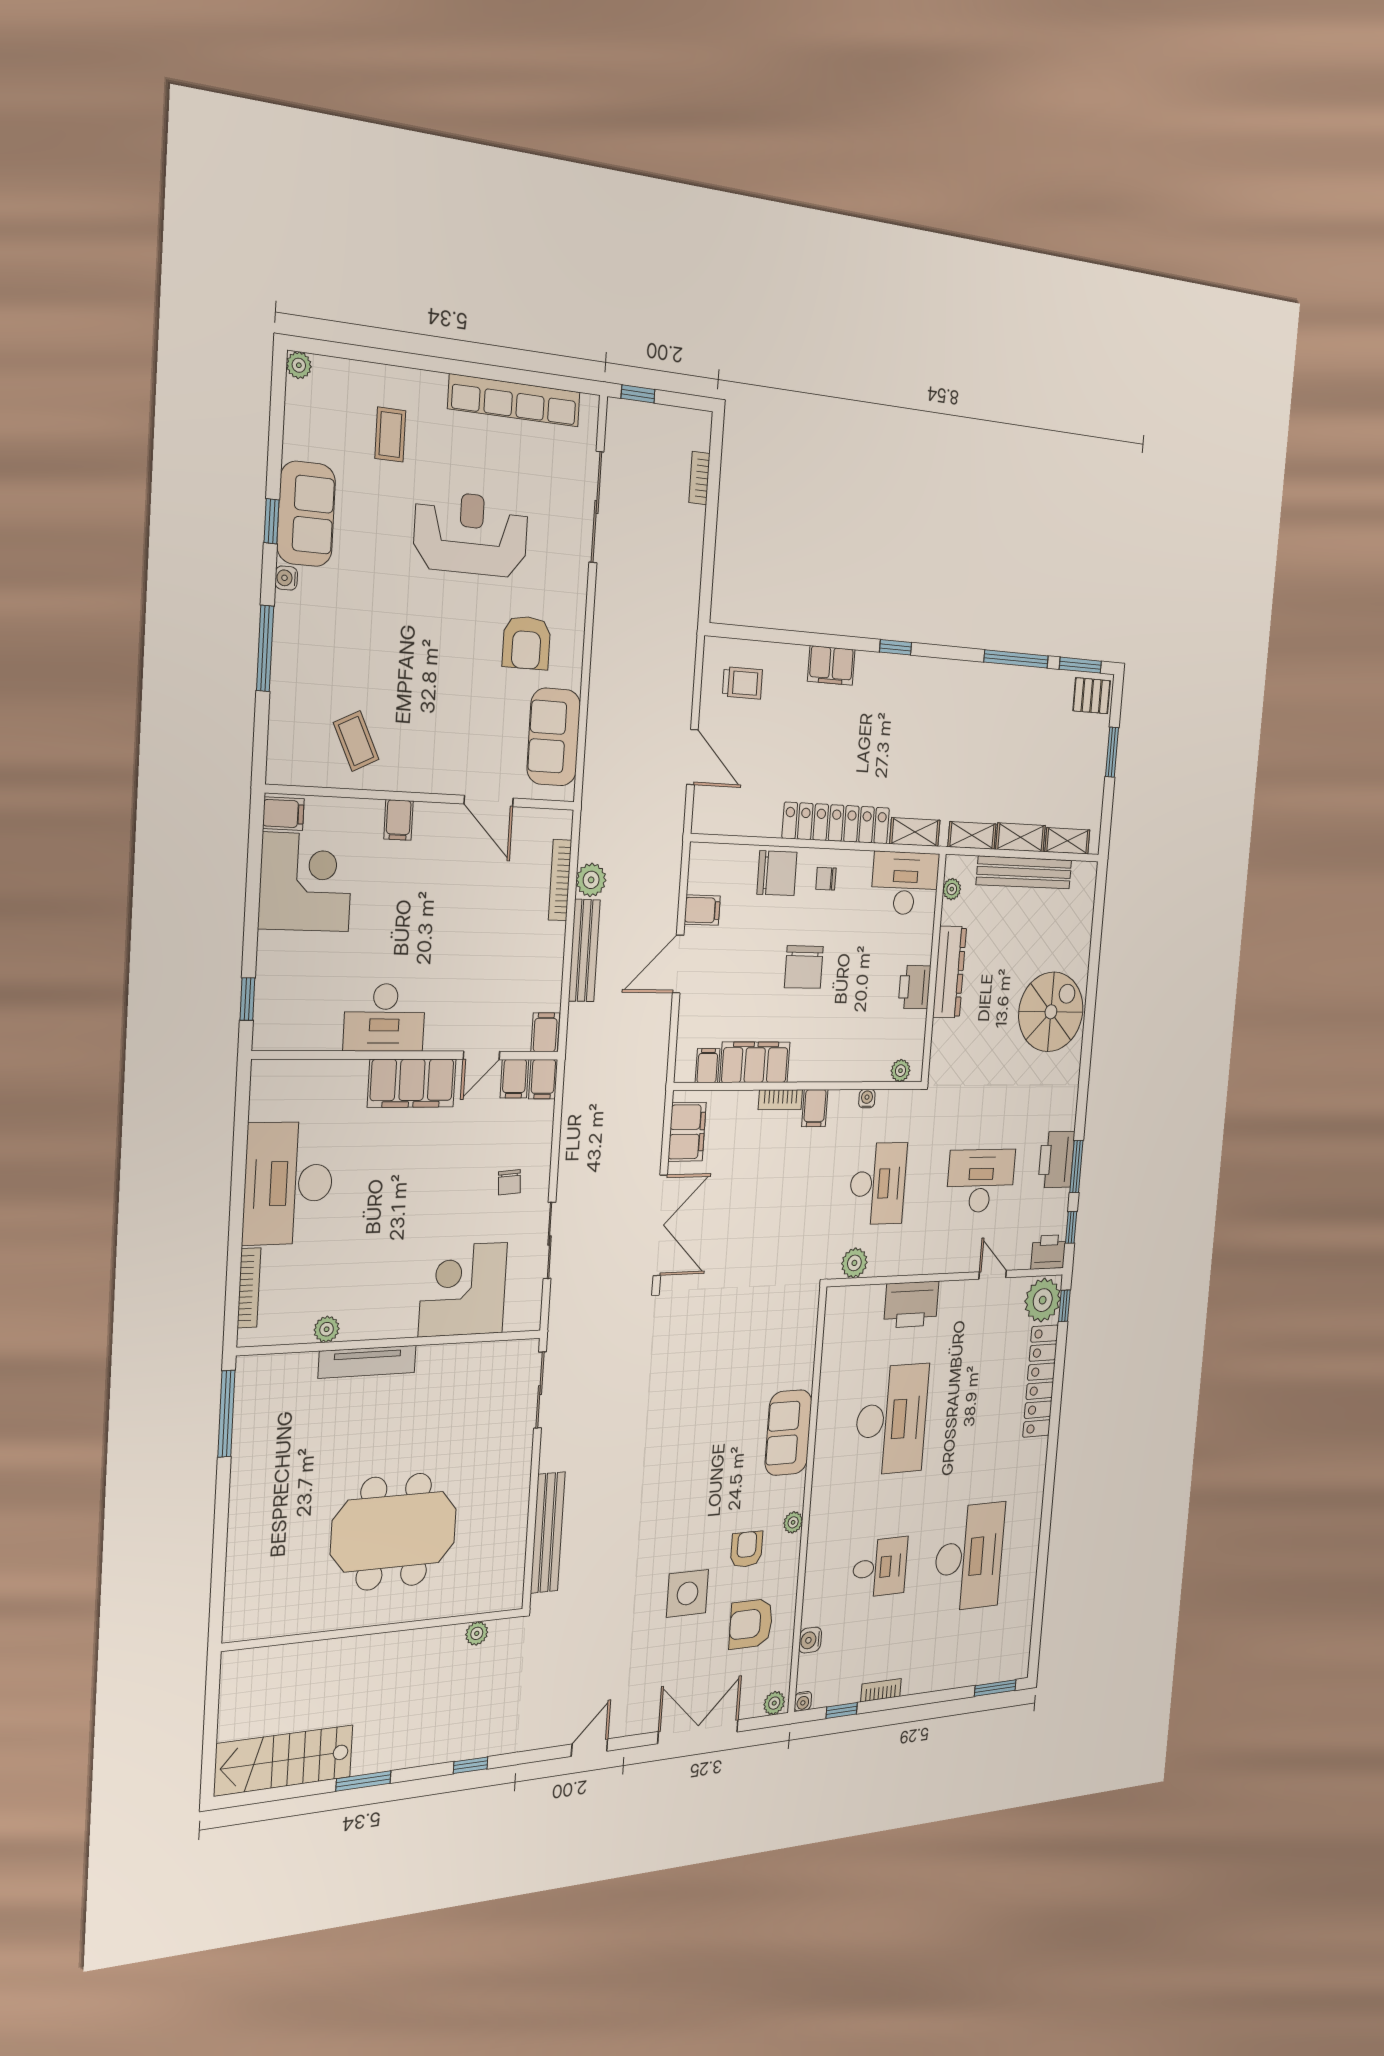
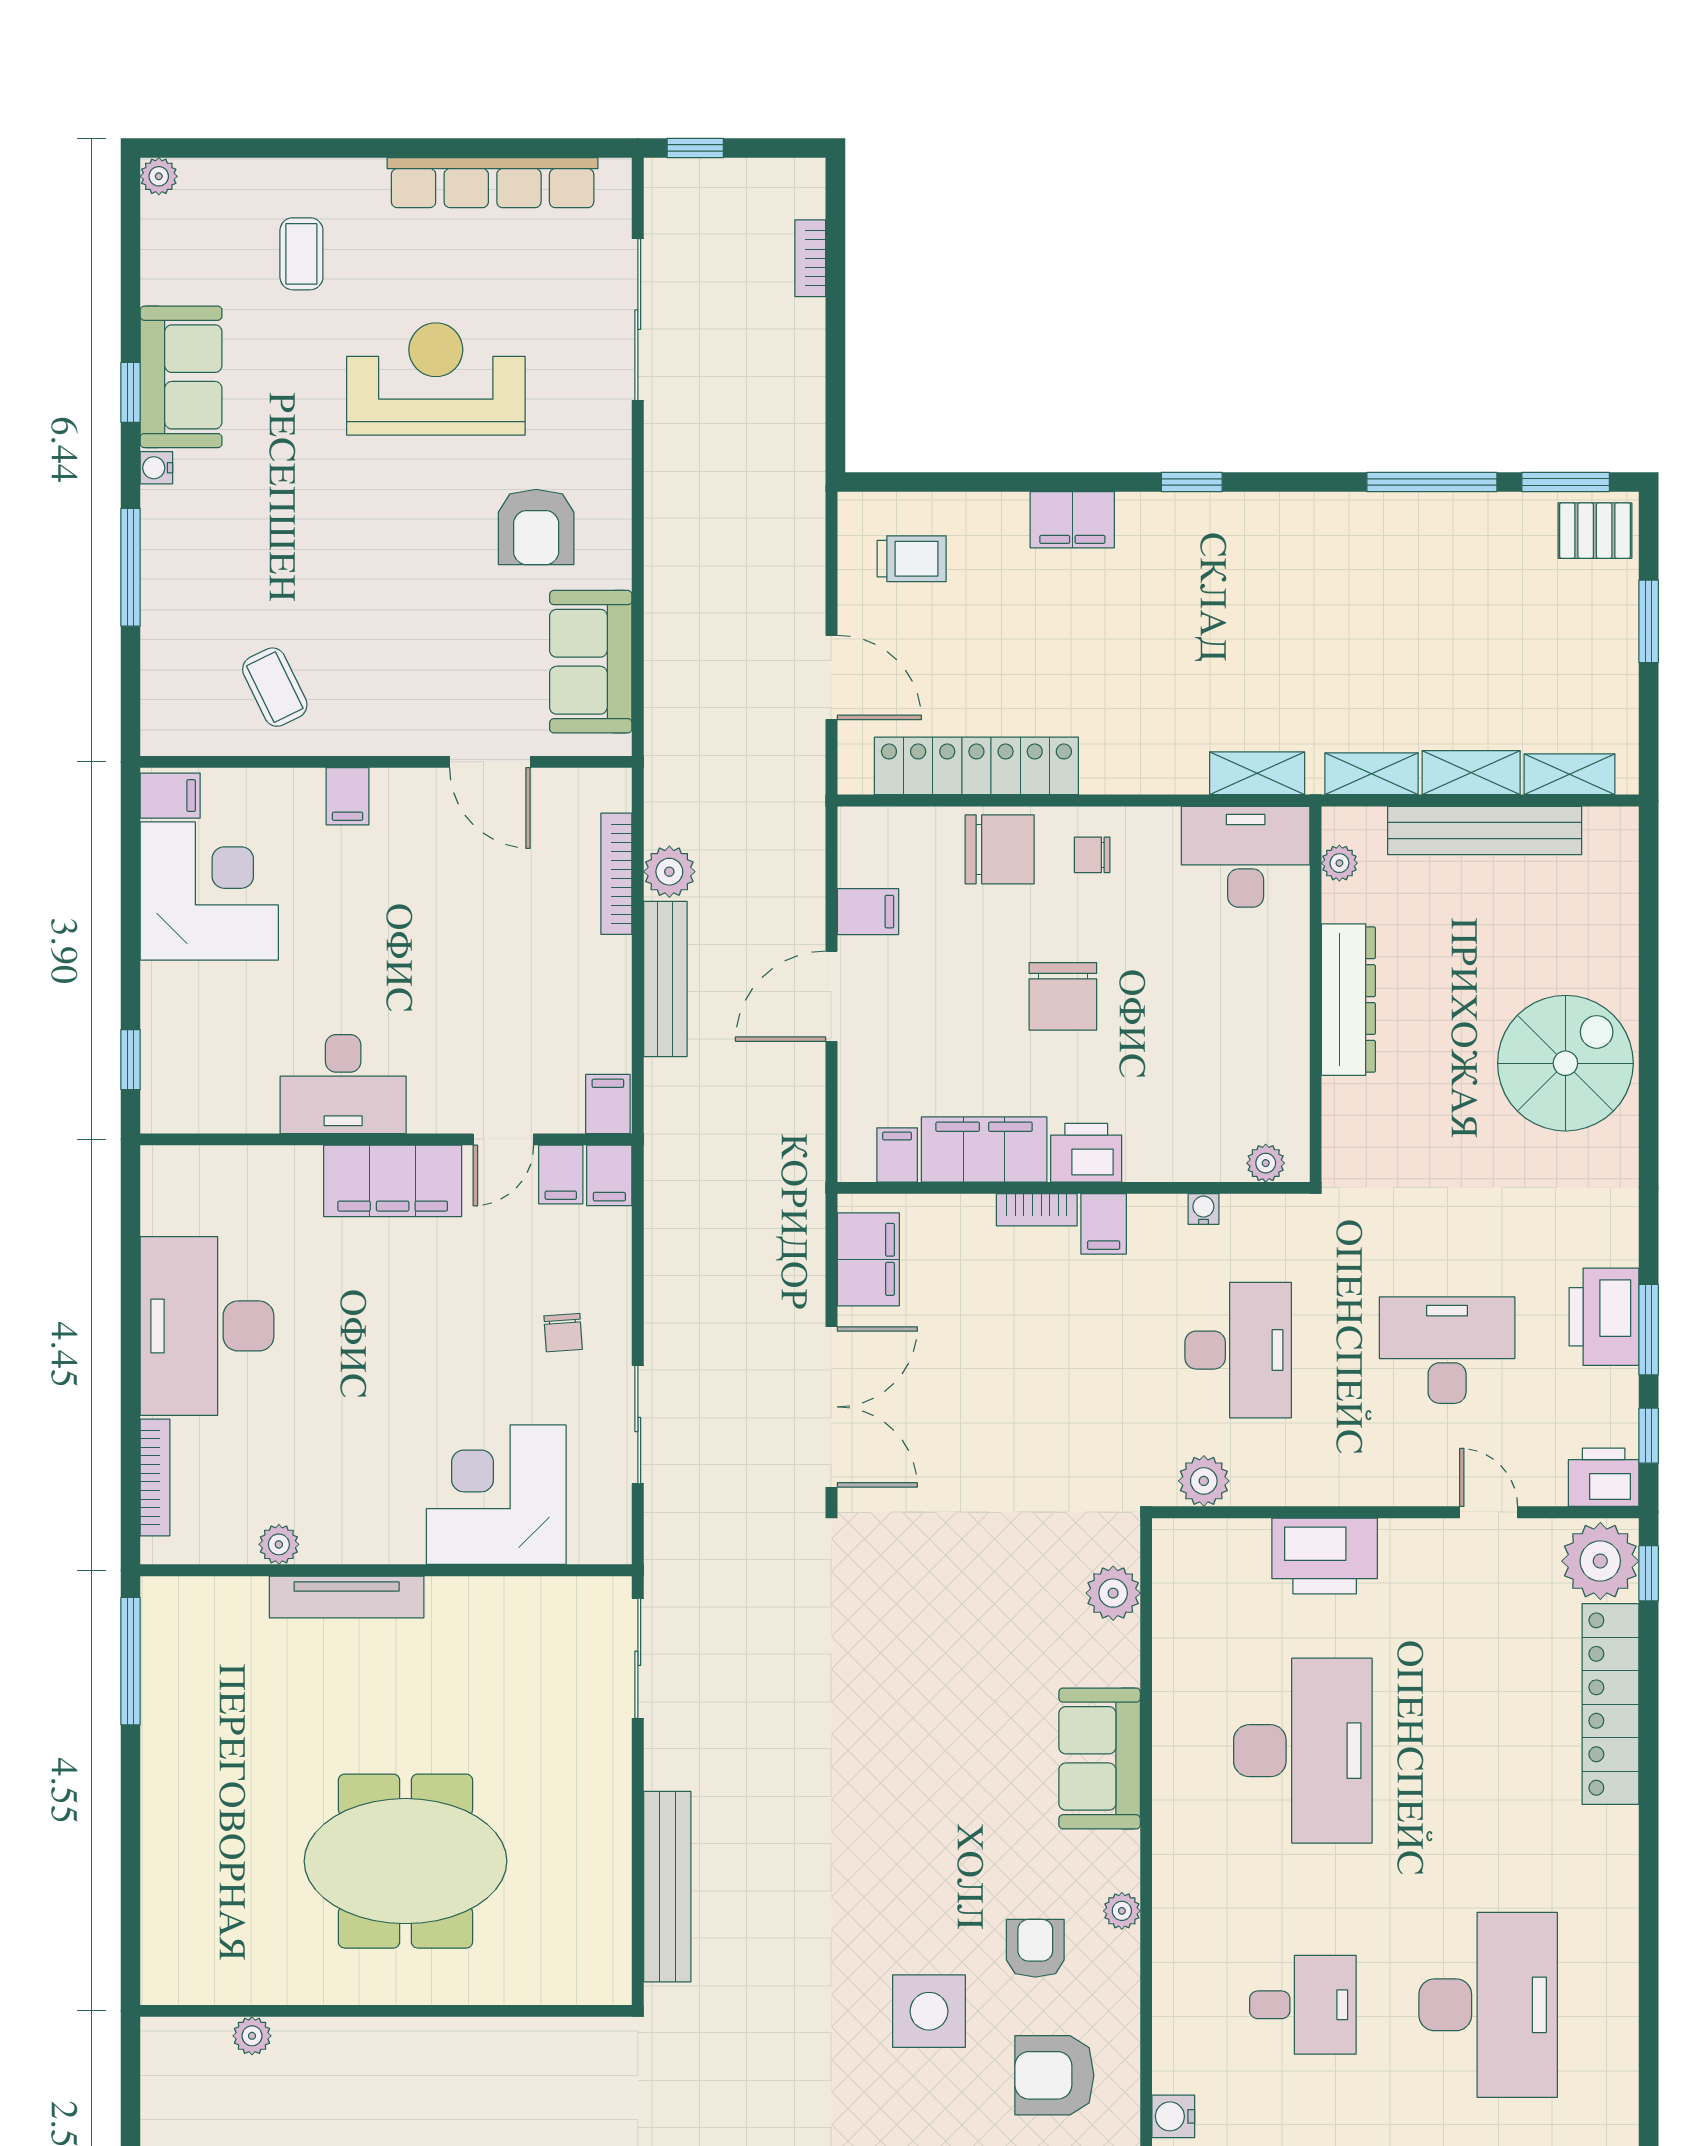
locker: (836, 823) -> (976, 766), moved
printer: (914, 987) -> (1086, 1153), moved, turned 90
plant: (803, 1333) -> (1113, 1593), added
plant: (477, 1633) -> (252, 2036), moved

